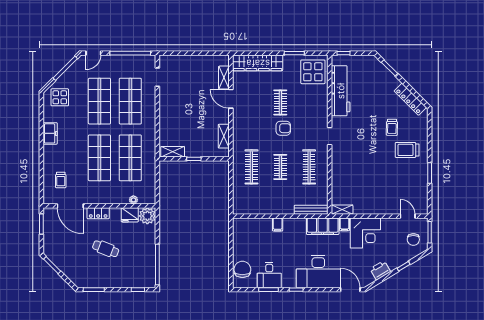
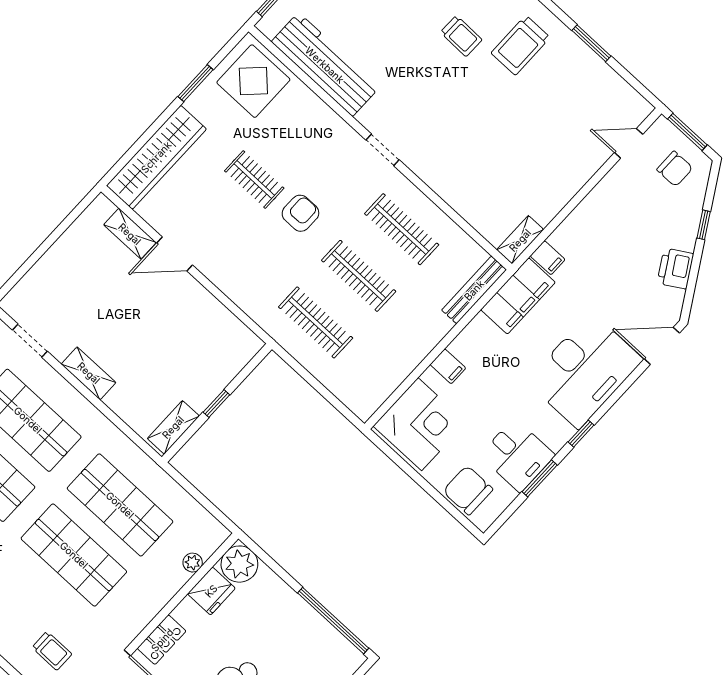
shelving: (224, 136) -> (89, 373), moved
clothes rail: (280, 167) -> (359, 276), width x1.36
corner desk: (365, 233) -> (420, 424), moved

